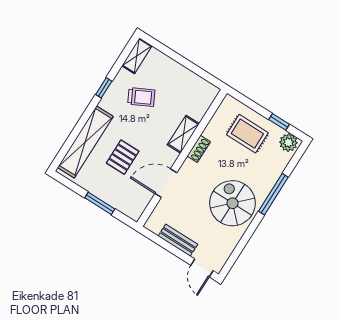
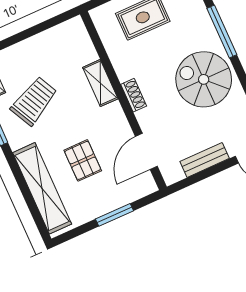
trolley: (141, 97) -> (34, 101), width x1.36, depth x1.39
shoe rack: (199, 149) -> (134, 95), moved
door: (166, 183) -> (146, 151), moved

